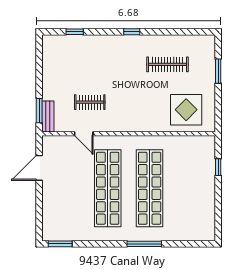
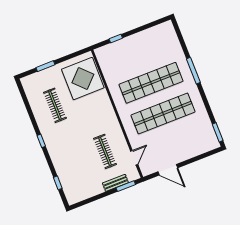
clothes rail: (90, 102) -> (105, 151), width x1.36
display table: (186, 110) -> (83, 79), width x1.36, depth x1.36
bench: (48, 116) -> (115, 183), moved
door: (84, 134) -> (134, 158), moved

